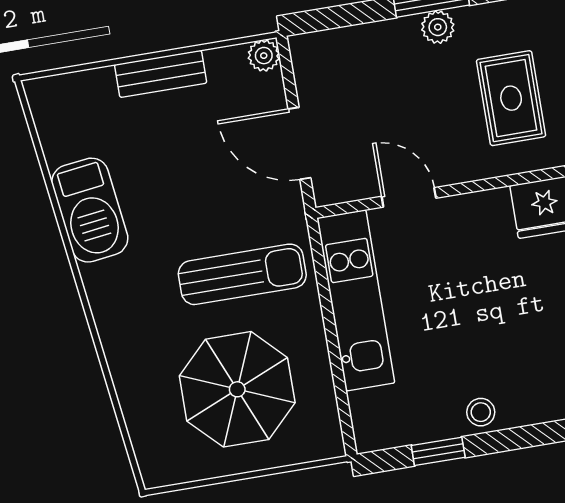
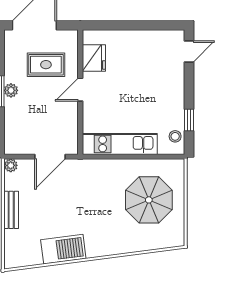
door: (409, 197) -> (80, 90), moved
sun lounger: (242, 274) -> (101, 190), removed
stool: (481, 412) -> (175, 136), moved

